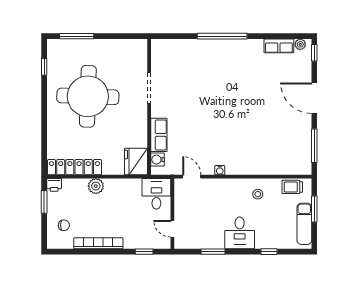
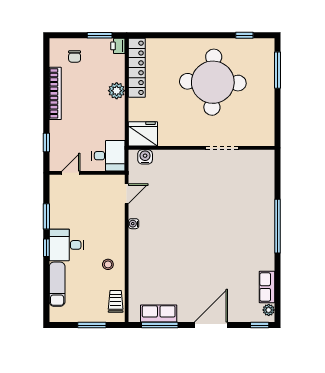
row of seats: (159, 135) -> (159, 313), moved, turned 180
exam couch: (304, 224) -> (57, 284), moved, turned 90
window: (269, 252) -> (46, 248), moved

